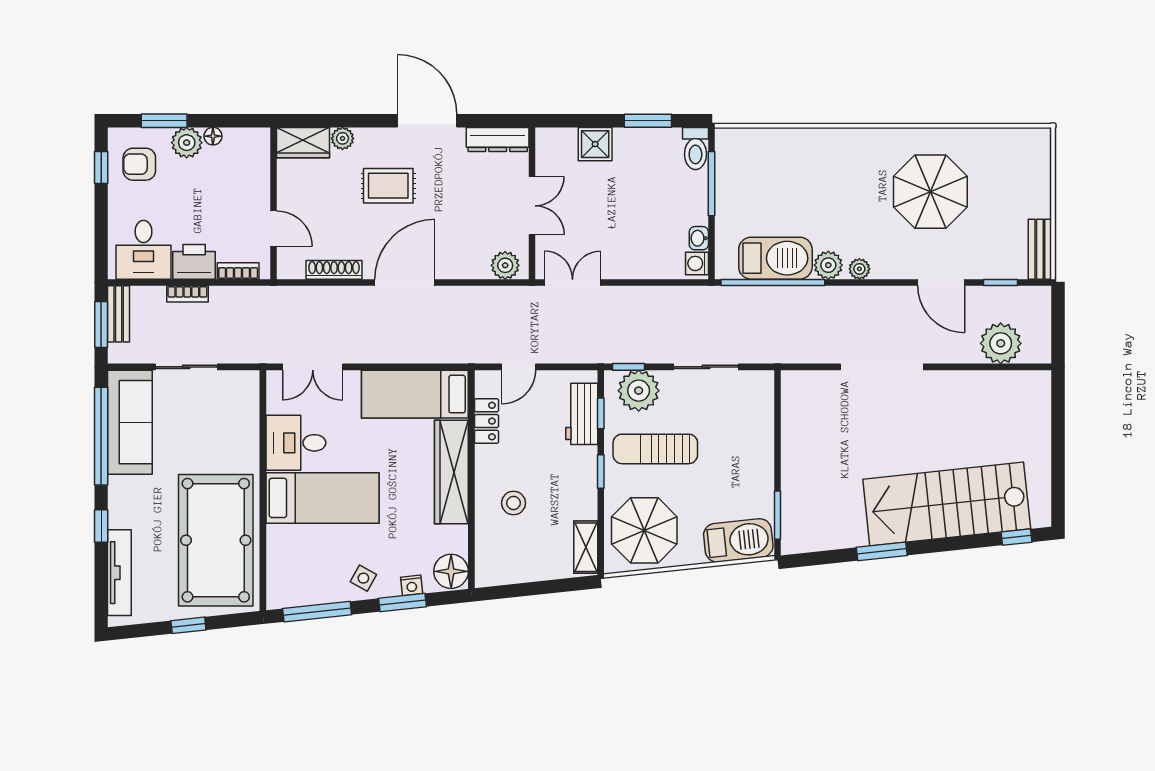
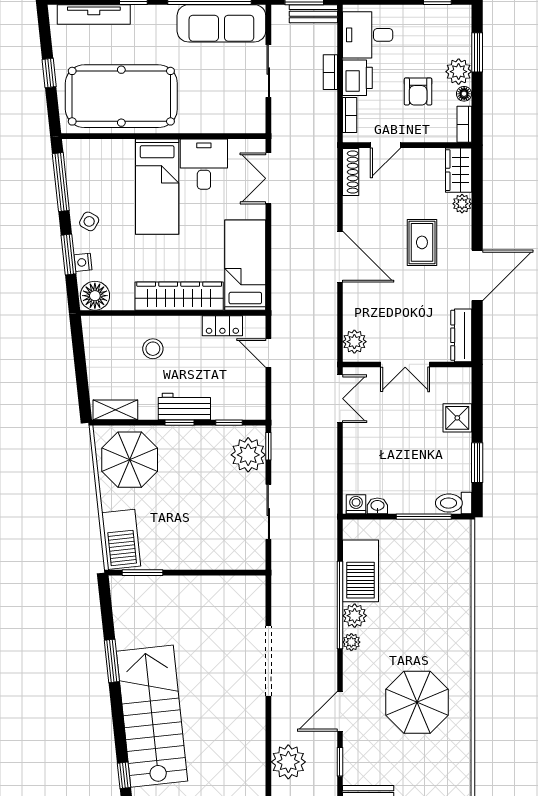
bookcase: (249, 136) -> (464, 124), added
armchair: (139, 164) -> (418, 91), moved, turned 180
shoe rack: (334, 270) -> (351, 172), moved
window: (773, 282) -> (340, 605), moved
workbench: (582, 414) -> (184, 406), moved
sun lounger: (655, 449) -> (199, 469), removed

